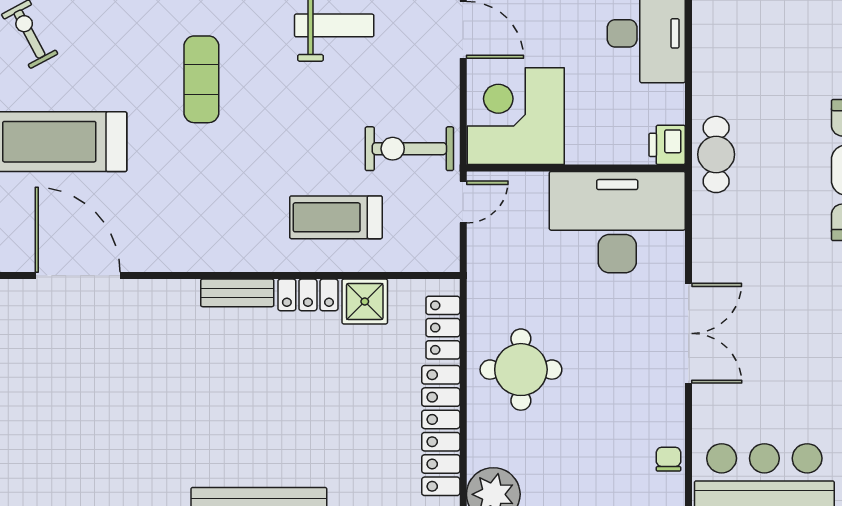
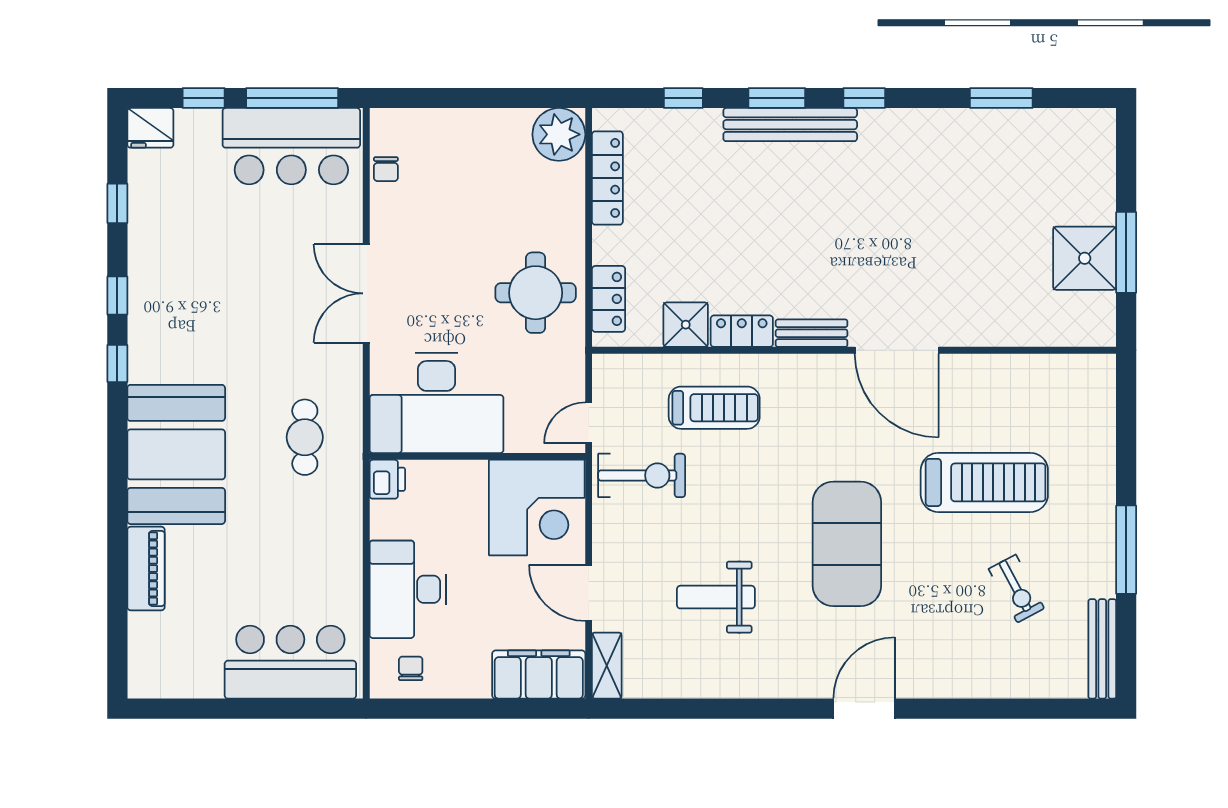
exercise mat: (201, 79) -> (847, 544), width x2.00, depth x1.45
cafe table: (716, 154) -> (305, 437), moved
door: (78, 276) -> (897, 350), moved
round table: (521, 370) -> (536, 293), moved
locker: (441, 431) -> (607, 178), width x0.71, depth x0.83

